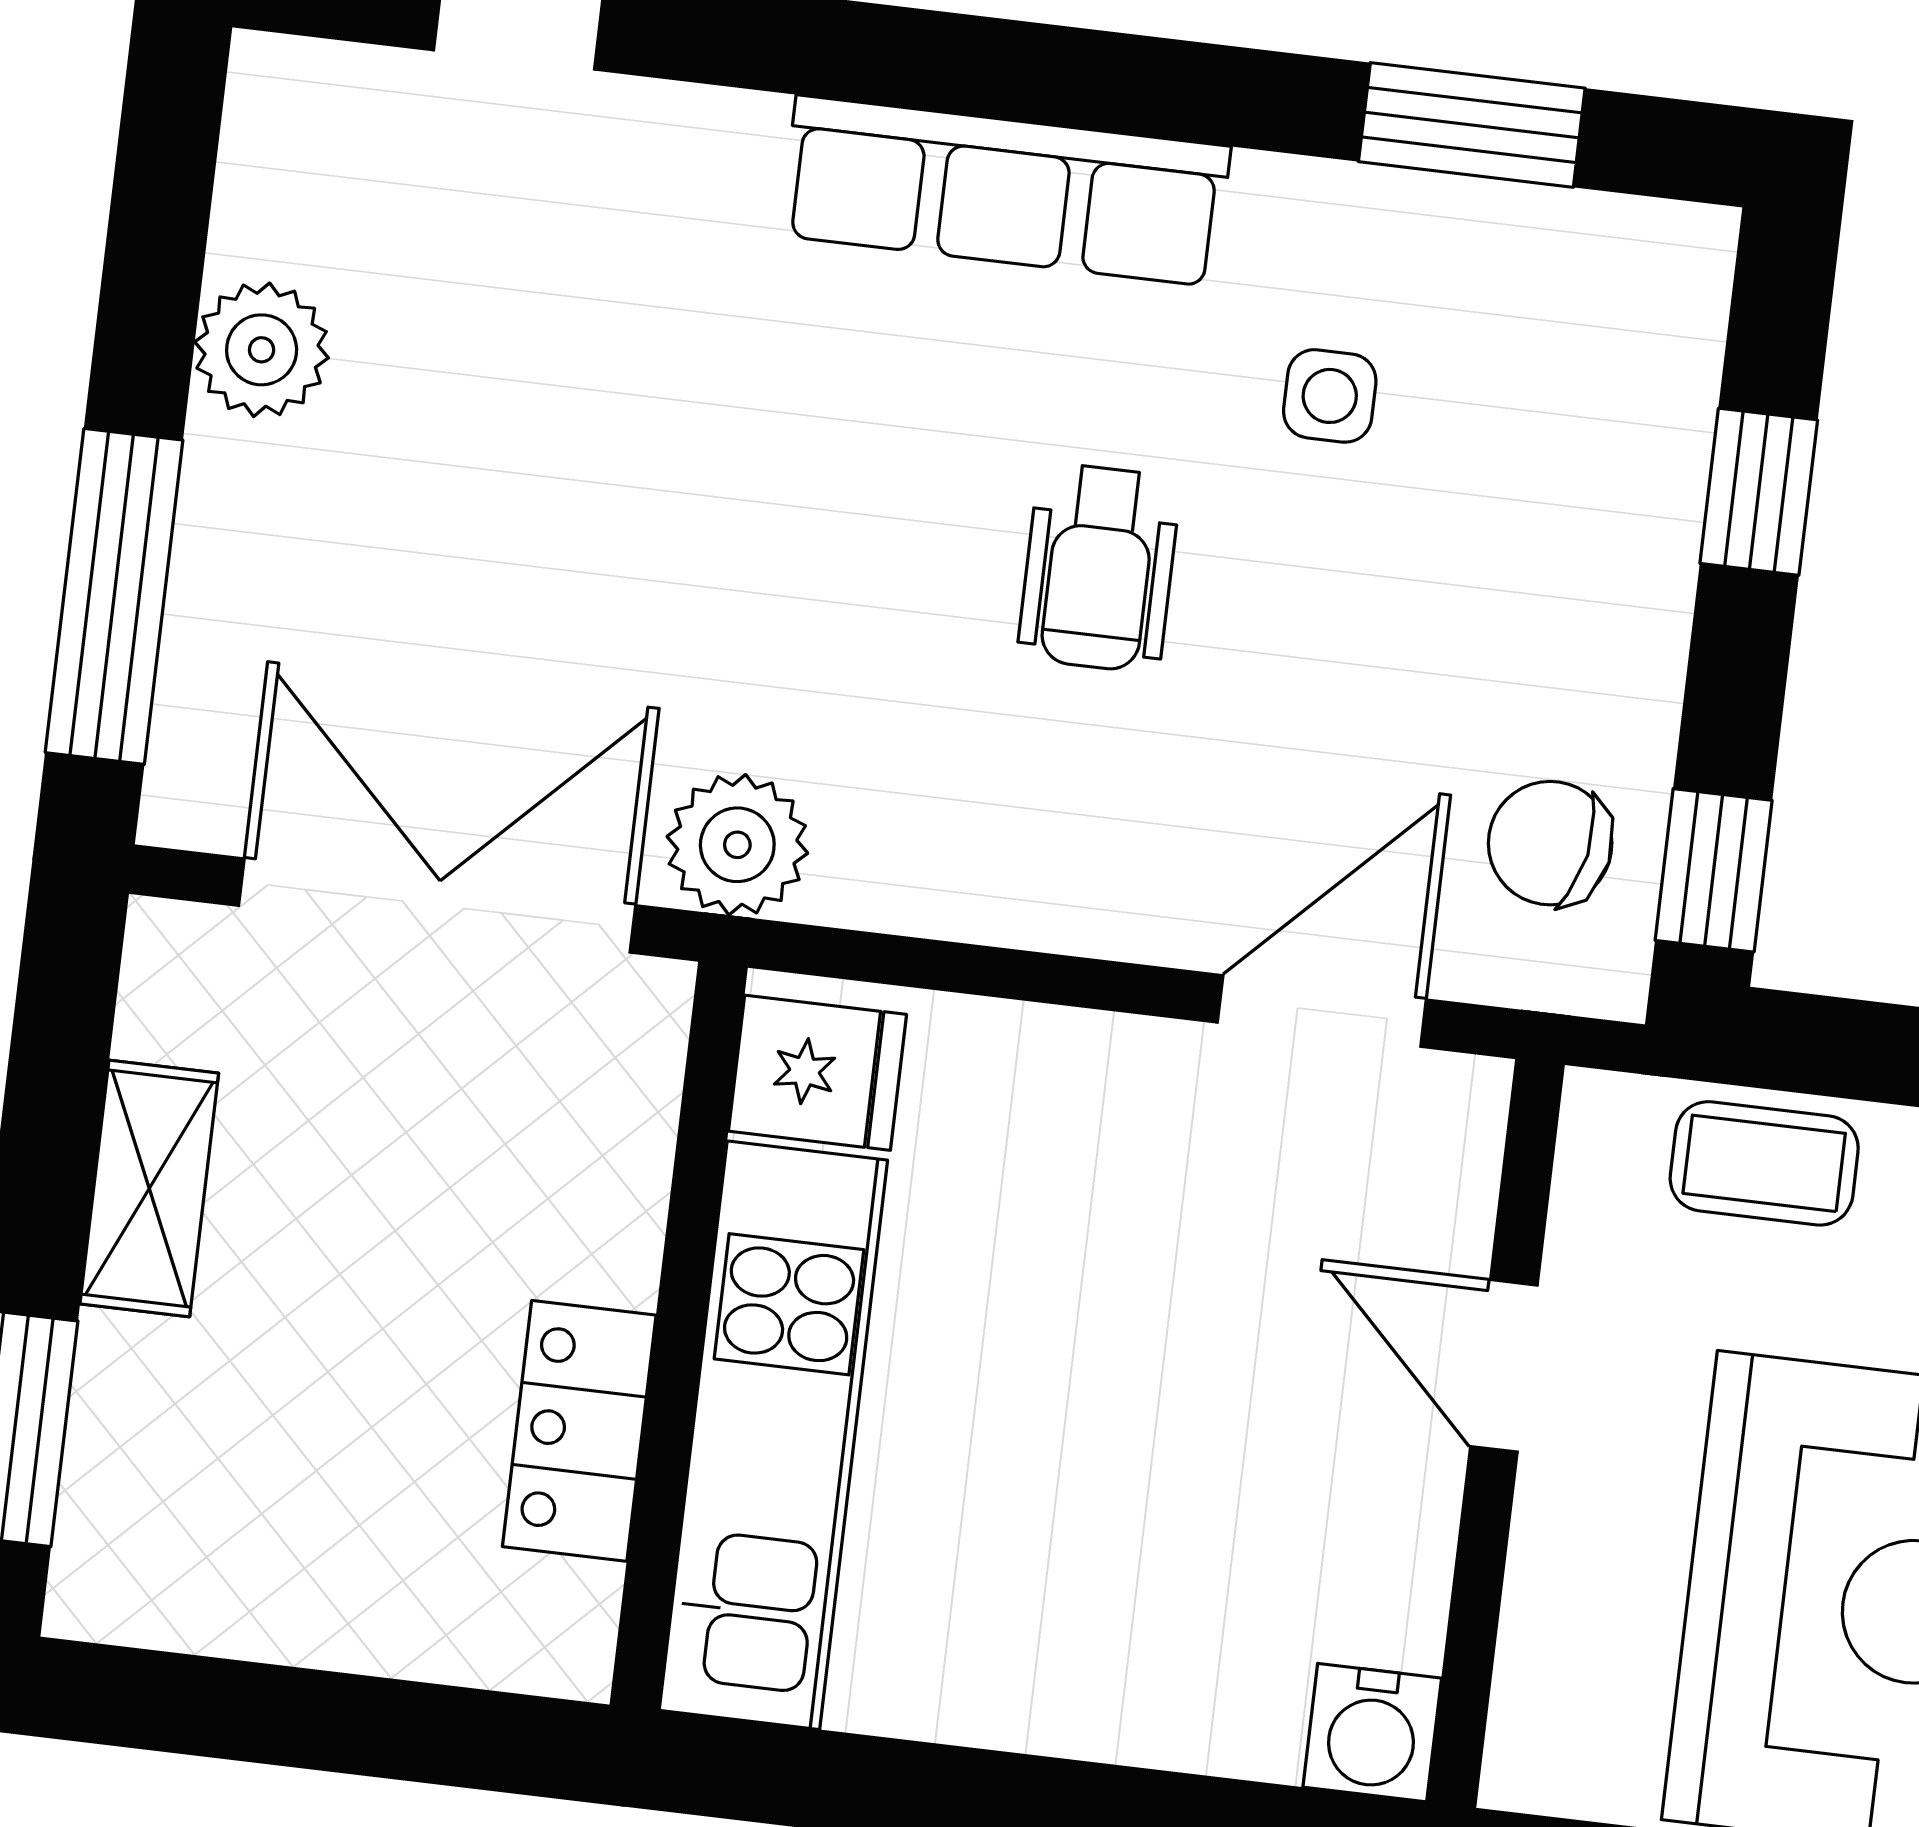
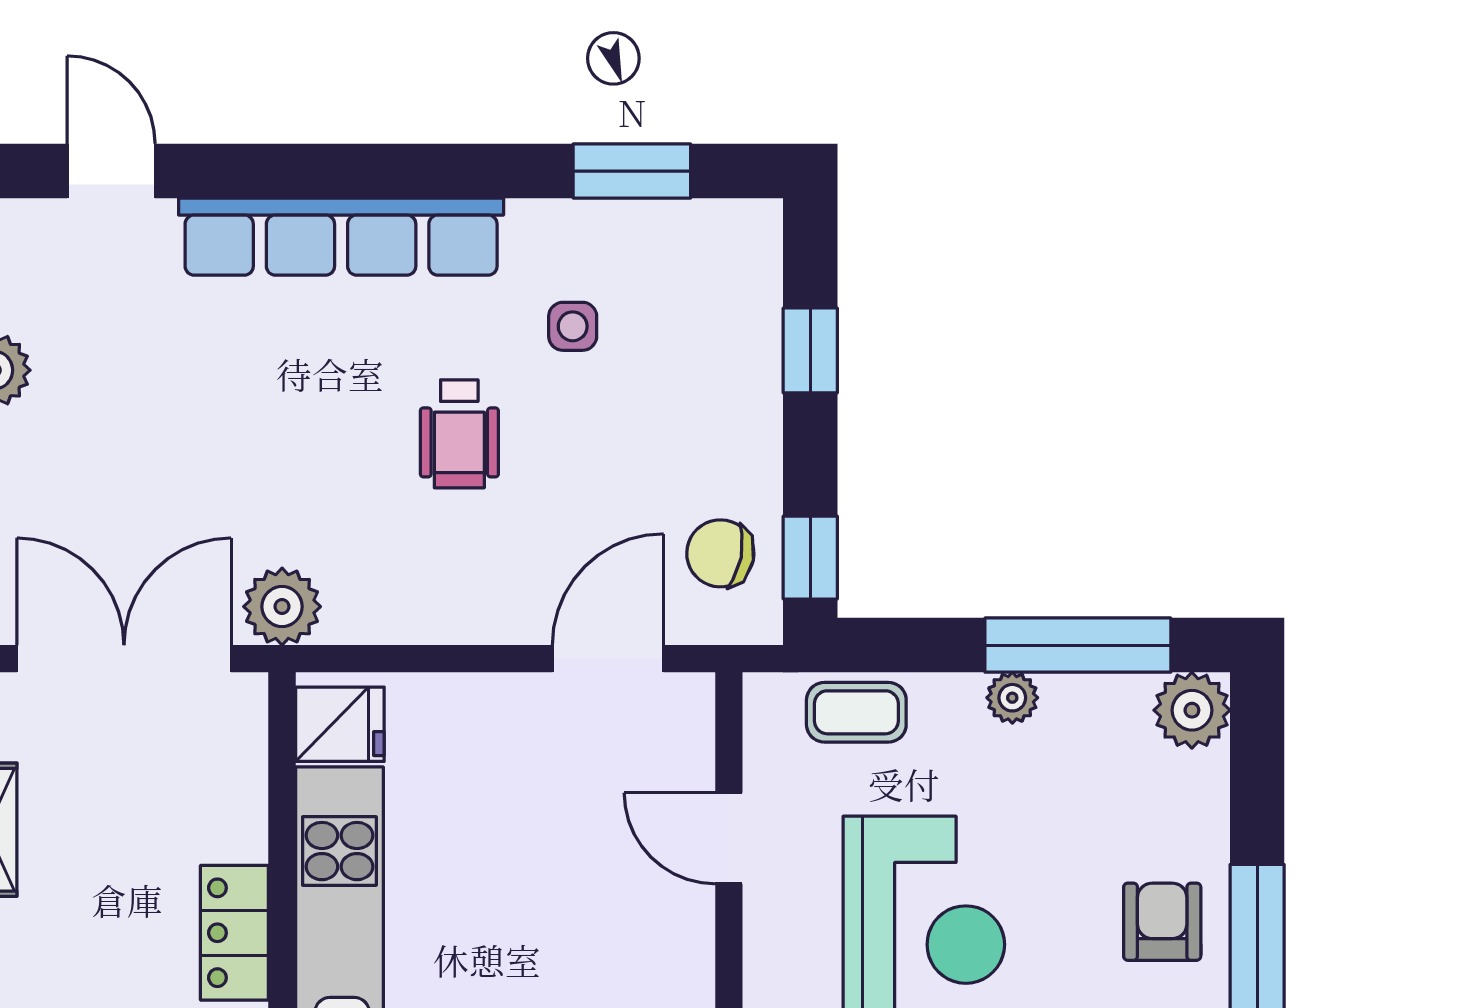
row of seats: (1005, 191) -> (341, 237), width x1.36

